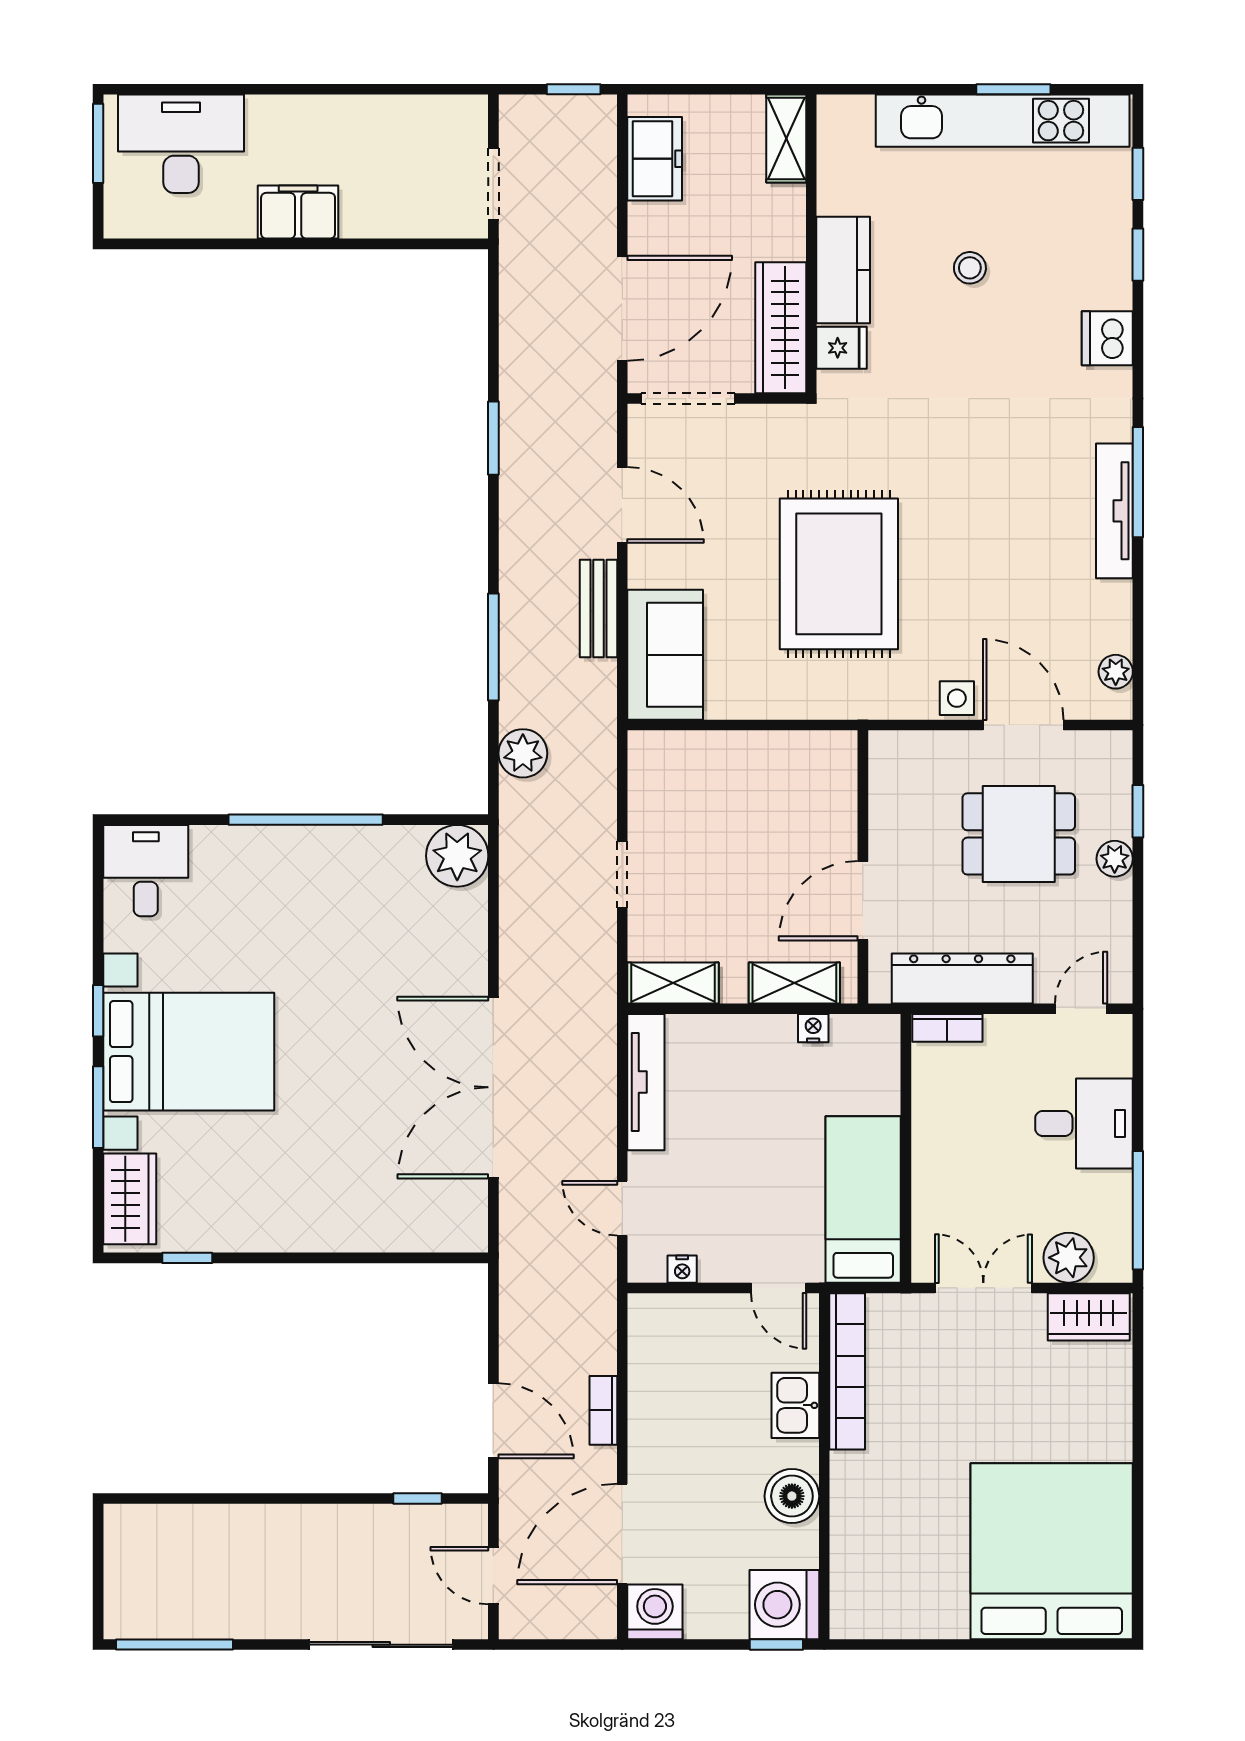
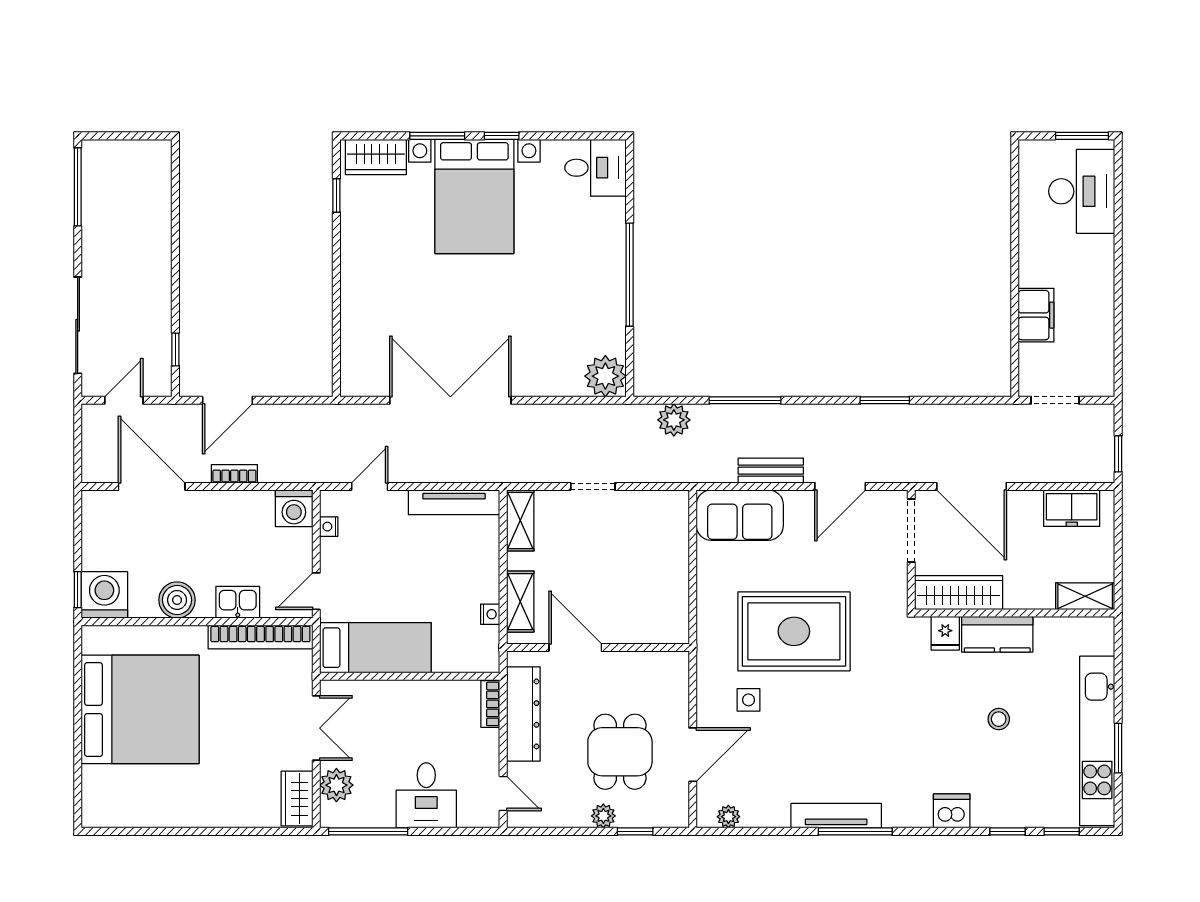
filing cabinet: (298, 212) -> (1036, 315), moved
side table: (957, 698) -> (749, 700), moved
bed: (1052, 1551) -> (140, 709), moved
washing machine: (655, 1612) -> (294, 508), moved, turned 90

